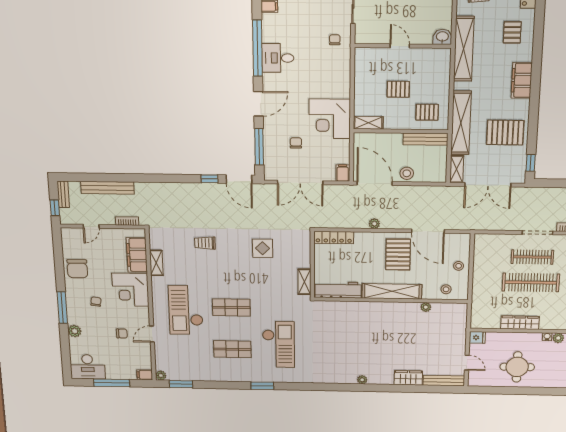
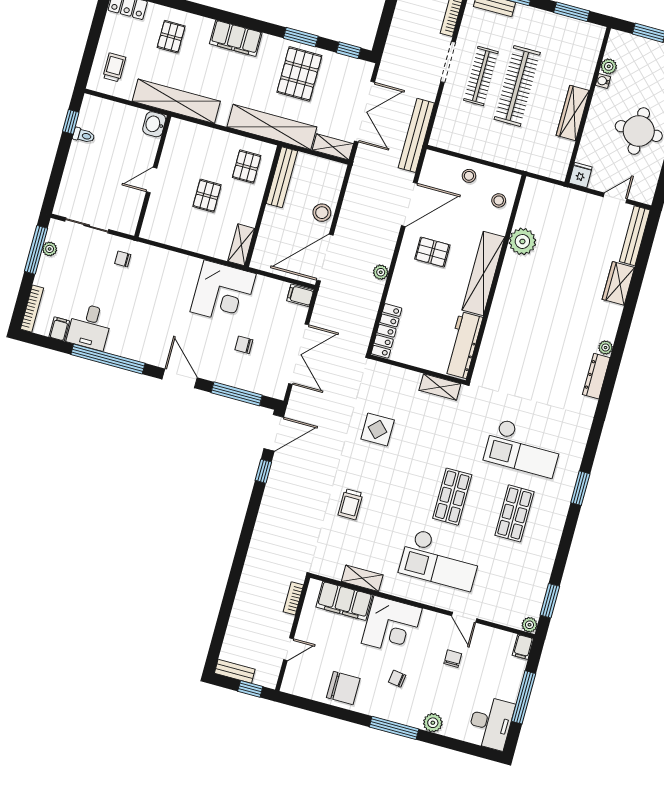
pallet: (512, 32) -> (171, 37), turned 90
desk: (278, 58) -> (90, 327), moved
window: (533, 127) -> (301, 37), added
bench: (107, 188) -> (416, 135), moved
door: (91, 226) -> (288, 649), hinge flipped
pallet: (398, 255) -> (432, 252), width x0.67, depth x0.71
plant: (426, 307) -> (522, 241), width x1.87, depth x1.87
checkout: (279, 344) -> (523, 448), turned 180
dresser: (341, 378) -> (596, 376), added

